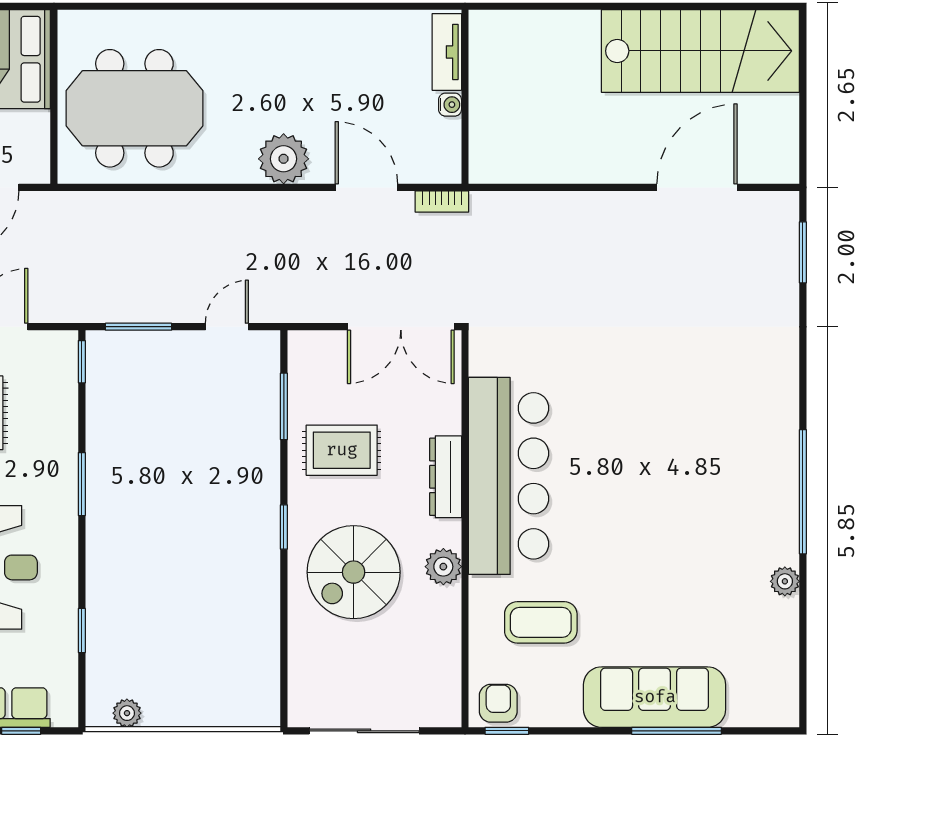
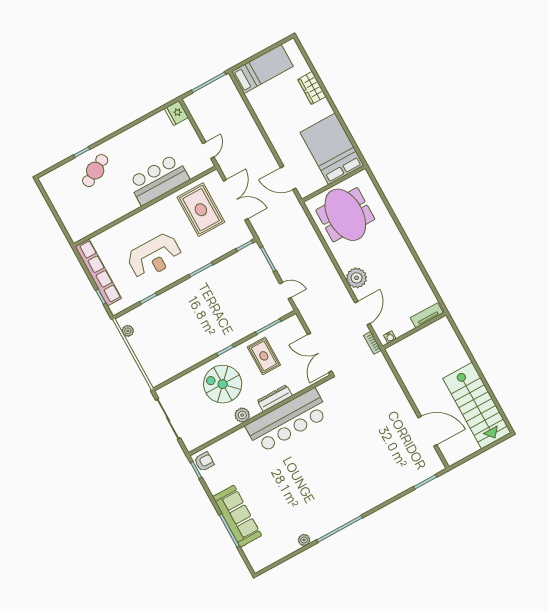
water cooler: (450, 105) -> (390, 337), moved
coffee table: (541, 622) -> (241, 461), removed

